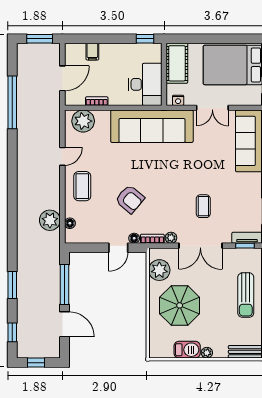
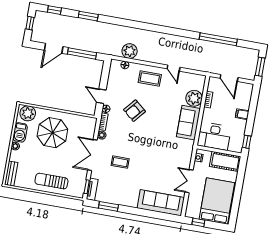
filing cabinet: (92, 52) -> (242, 114), moved
plant: (83, 121) -> (194, 98), moved
sofa: (152, 126) -> (188, 123), width x0.54, depth x0.79
plant: (159, 270) -> (28, 113), moved

